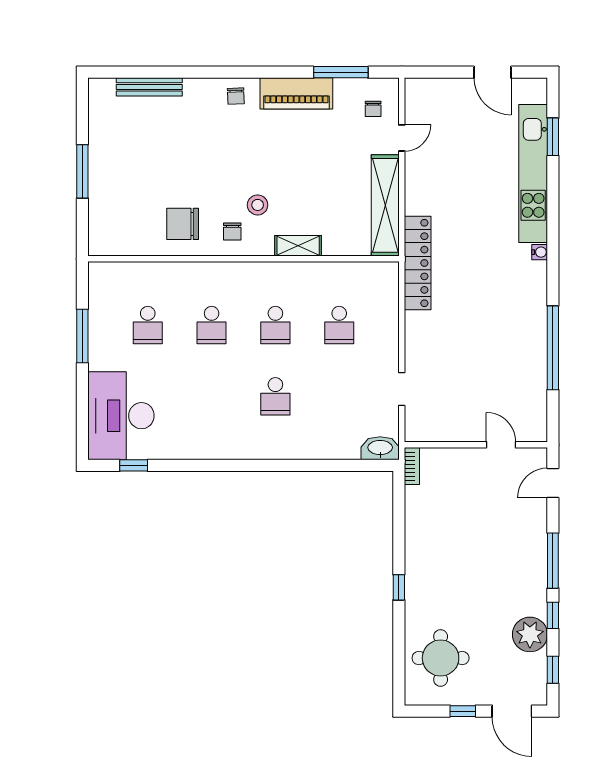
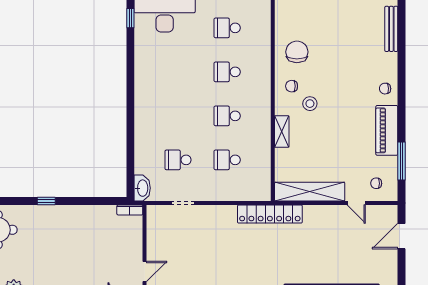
door: (493, 72) -> (401, 236), moved
school desk: (275, 396) -> (178, 160), moved

